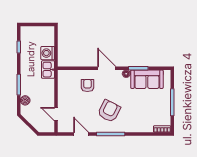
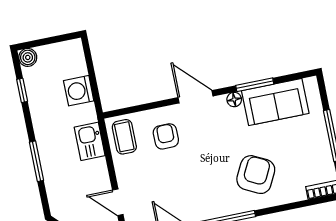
kitchen sink: (48, 70) -> (90, 141), moved
coffee table: (66, 81) -> (124, 137), added
boiler: (25, 100) -> (28, 57), moved
armchair: (109, 111) -> (256, 175), moved

